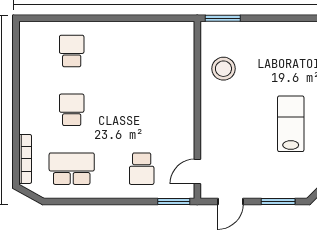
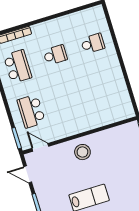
stool: (223, 69) -> (82, 152), moved
school desk: (142, 169) -> (31, 111), width x1.85

